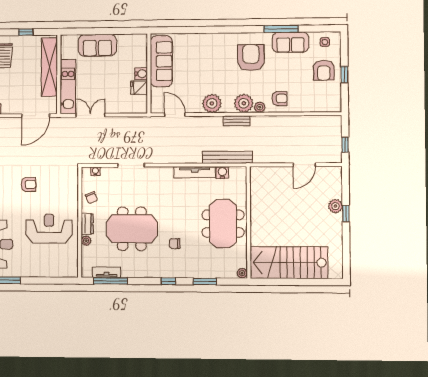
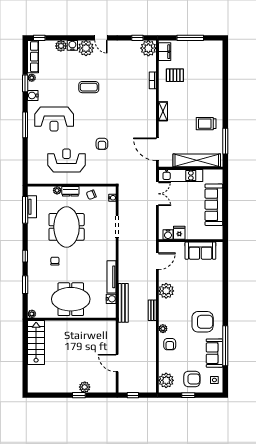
window: (281, 29) -> (225, 346), width x1.46
window: (26, 32) -> (225, 141), width x2.17
sofa: (97, 45) -> (214, 205), width x1.36
sofa: (161, 61) -> (200, 251), width x0.73
armchair: (324, 70) -> (192, 379), turned 180
water cooler: (141, 74) -> (168, 234), moved
plant: (244, 103) -> (166, 380), moved
reception desk: (49, 229) -> (67, 161), turned -90
stairs: (289, 263) -> (36, 343), width x0.73, depth x0.66

